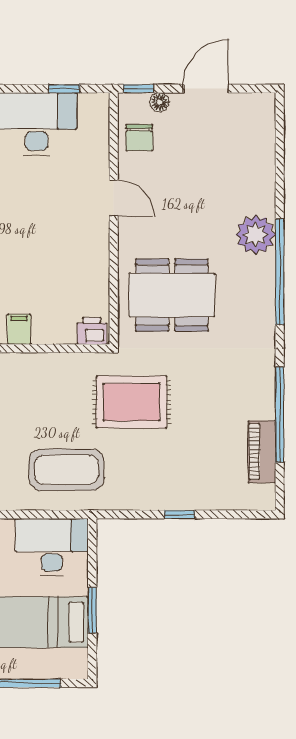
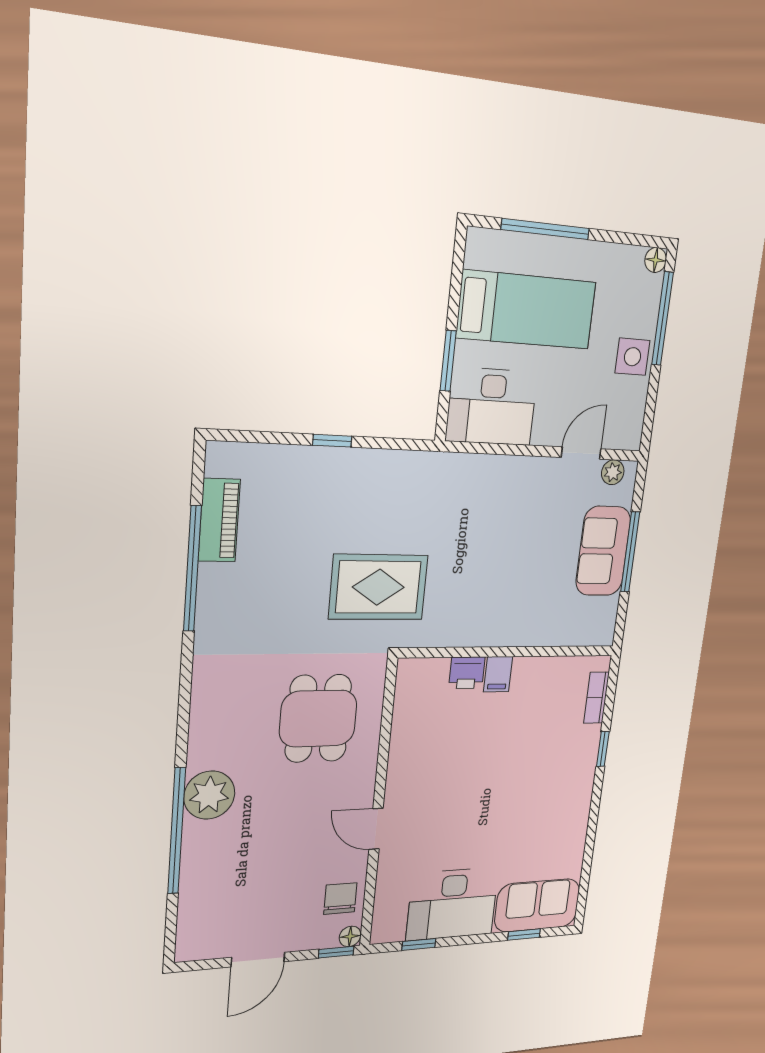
floor lamp: (159, 102) -> (350, 936), moved
window: (280, 272) -> (177, 831), moved
dining table: (172, 295) -> (318, 719), width x0.73
printer: (92, 331) -> (467, 673), moved
coffee table: (66, 470) -> (464, 504), removed
window: (92, 610) -> (448, 361), moved

